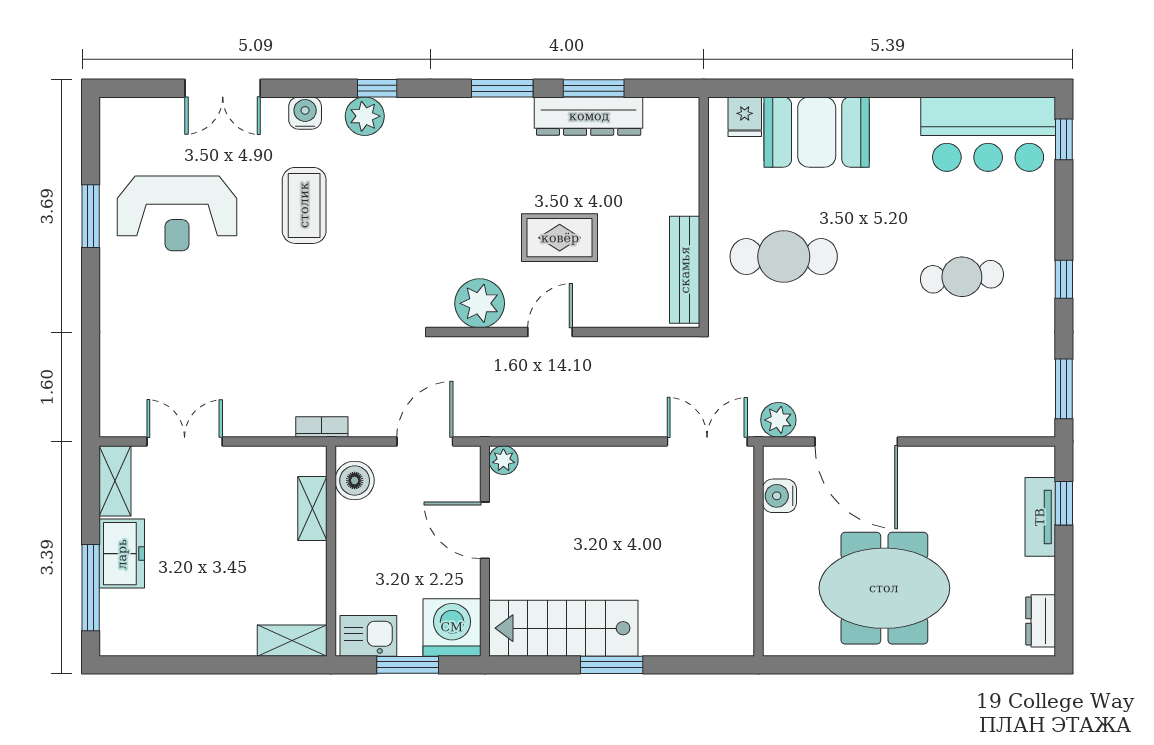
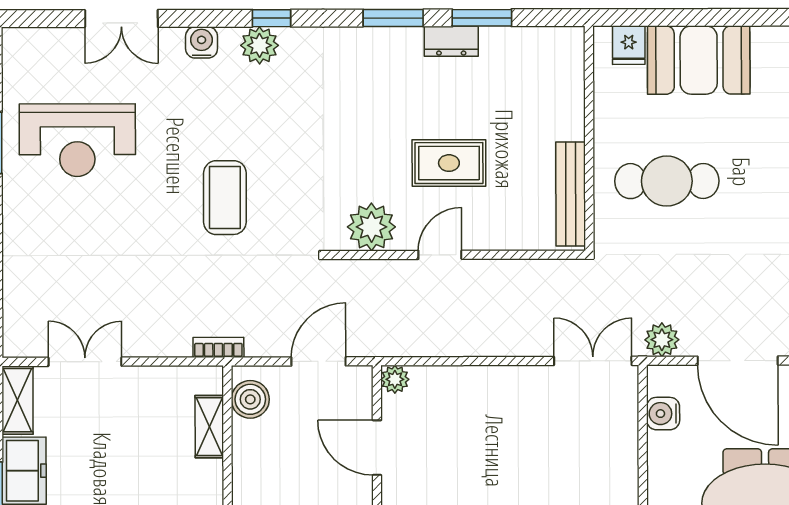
dresser: (589, 116) -> (451, 41), width x0.51, depth x0.80
coffee table: (304, 205) -> (225, 198), moved

